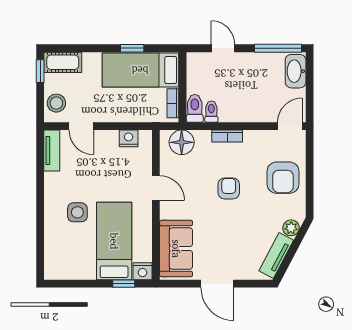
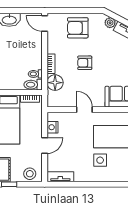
door: (81, 126) -> (45, 146), moved
floor lamp: (182, 142) -> (55, 83), moved
armchair: (283, 178) -> (78, 28), turned 180
door: (156, 188) -> (84, 110), hinge flipped

